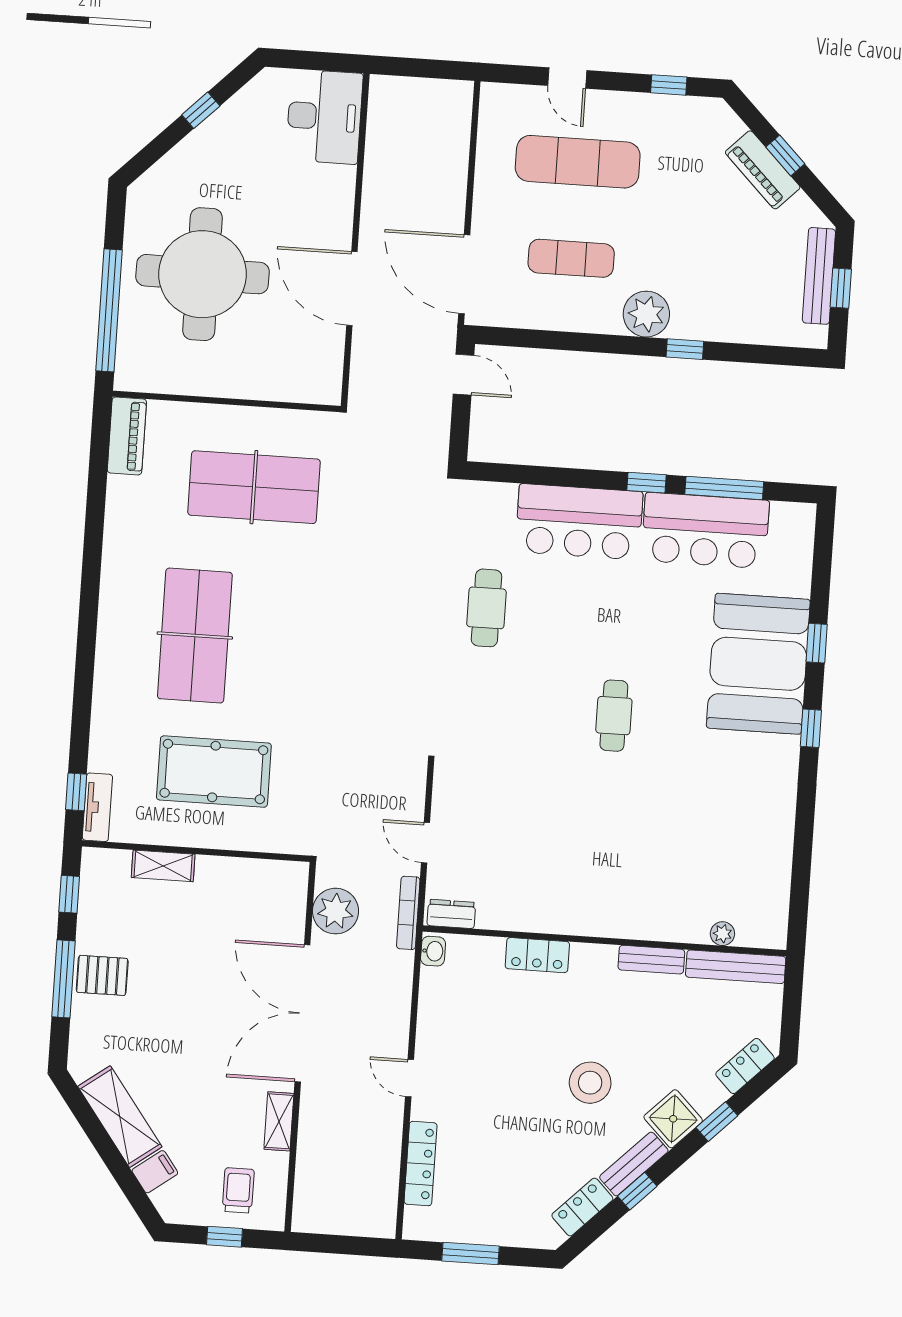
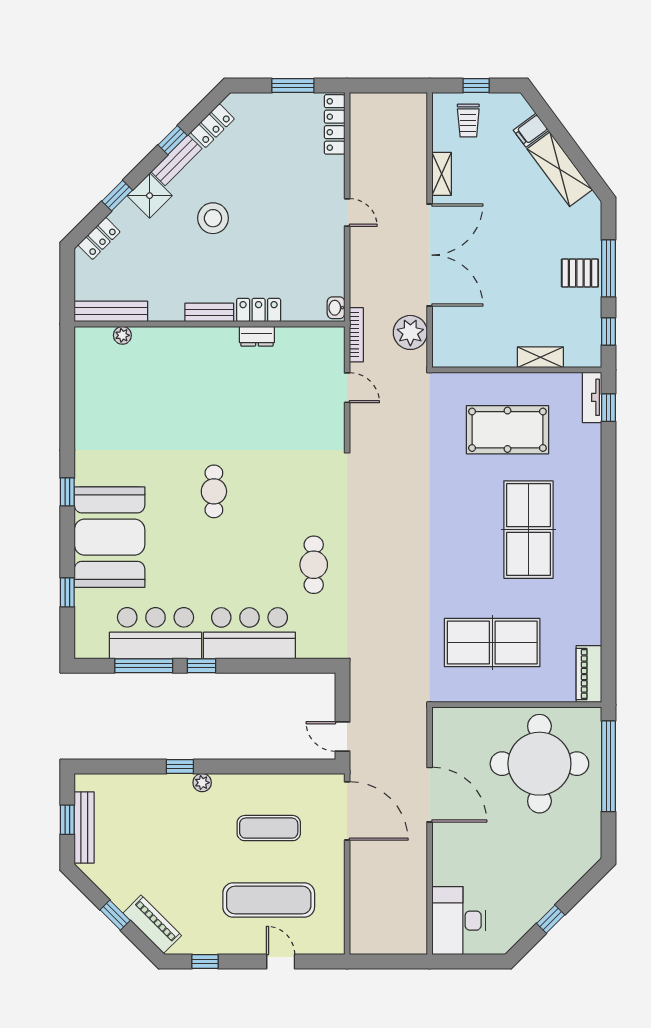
piano: (763, 170) -> (152, 924), moved
round table: (203, 274) -> (539, 764), moved
plant: (646, 314) -> (202, 783), width x0.53, depth x0.53
window: (817, 643) -> (67, 592), moved
dresser: (451, 914) -> (257, 336), moved
bench: (651, 960) -> (209, 312), moved
locker: (421, 1164) -> (335, 124), moved

